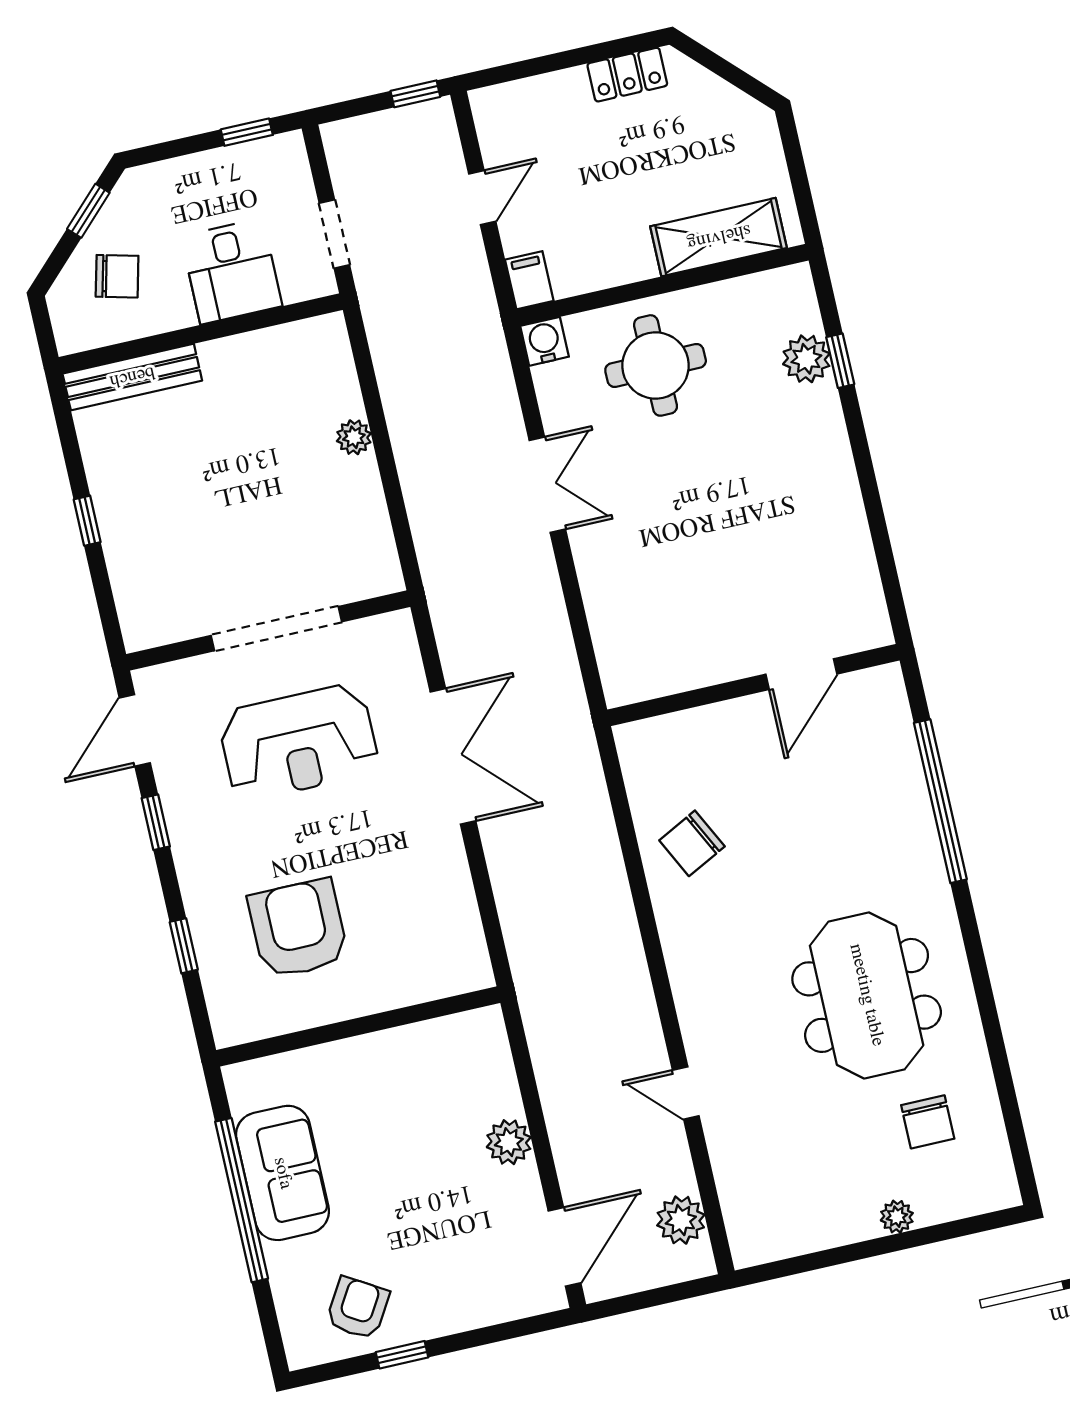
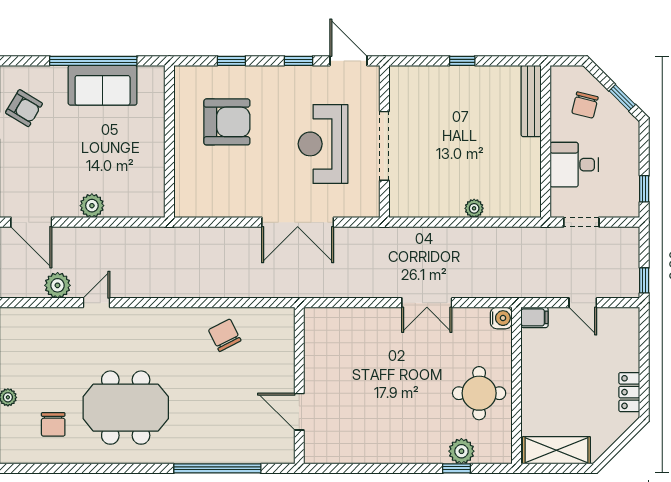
shelving: (719, 237) -> (556, 450), moved, turned 90
round table: (656, 365) -> (479, 393), moved
chair: (928, 1122) -> (53, 424), turned -90
plant: (681, 1220) -> (58, 285), moved

